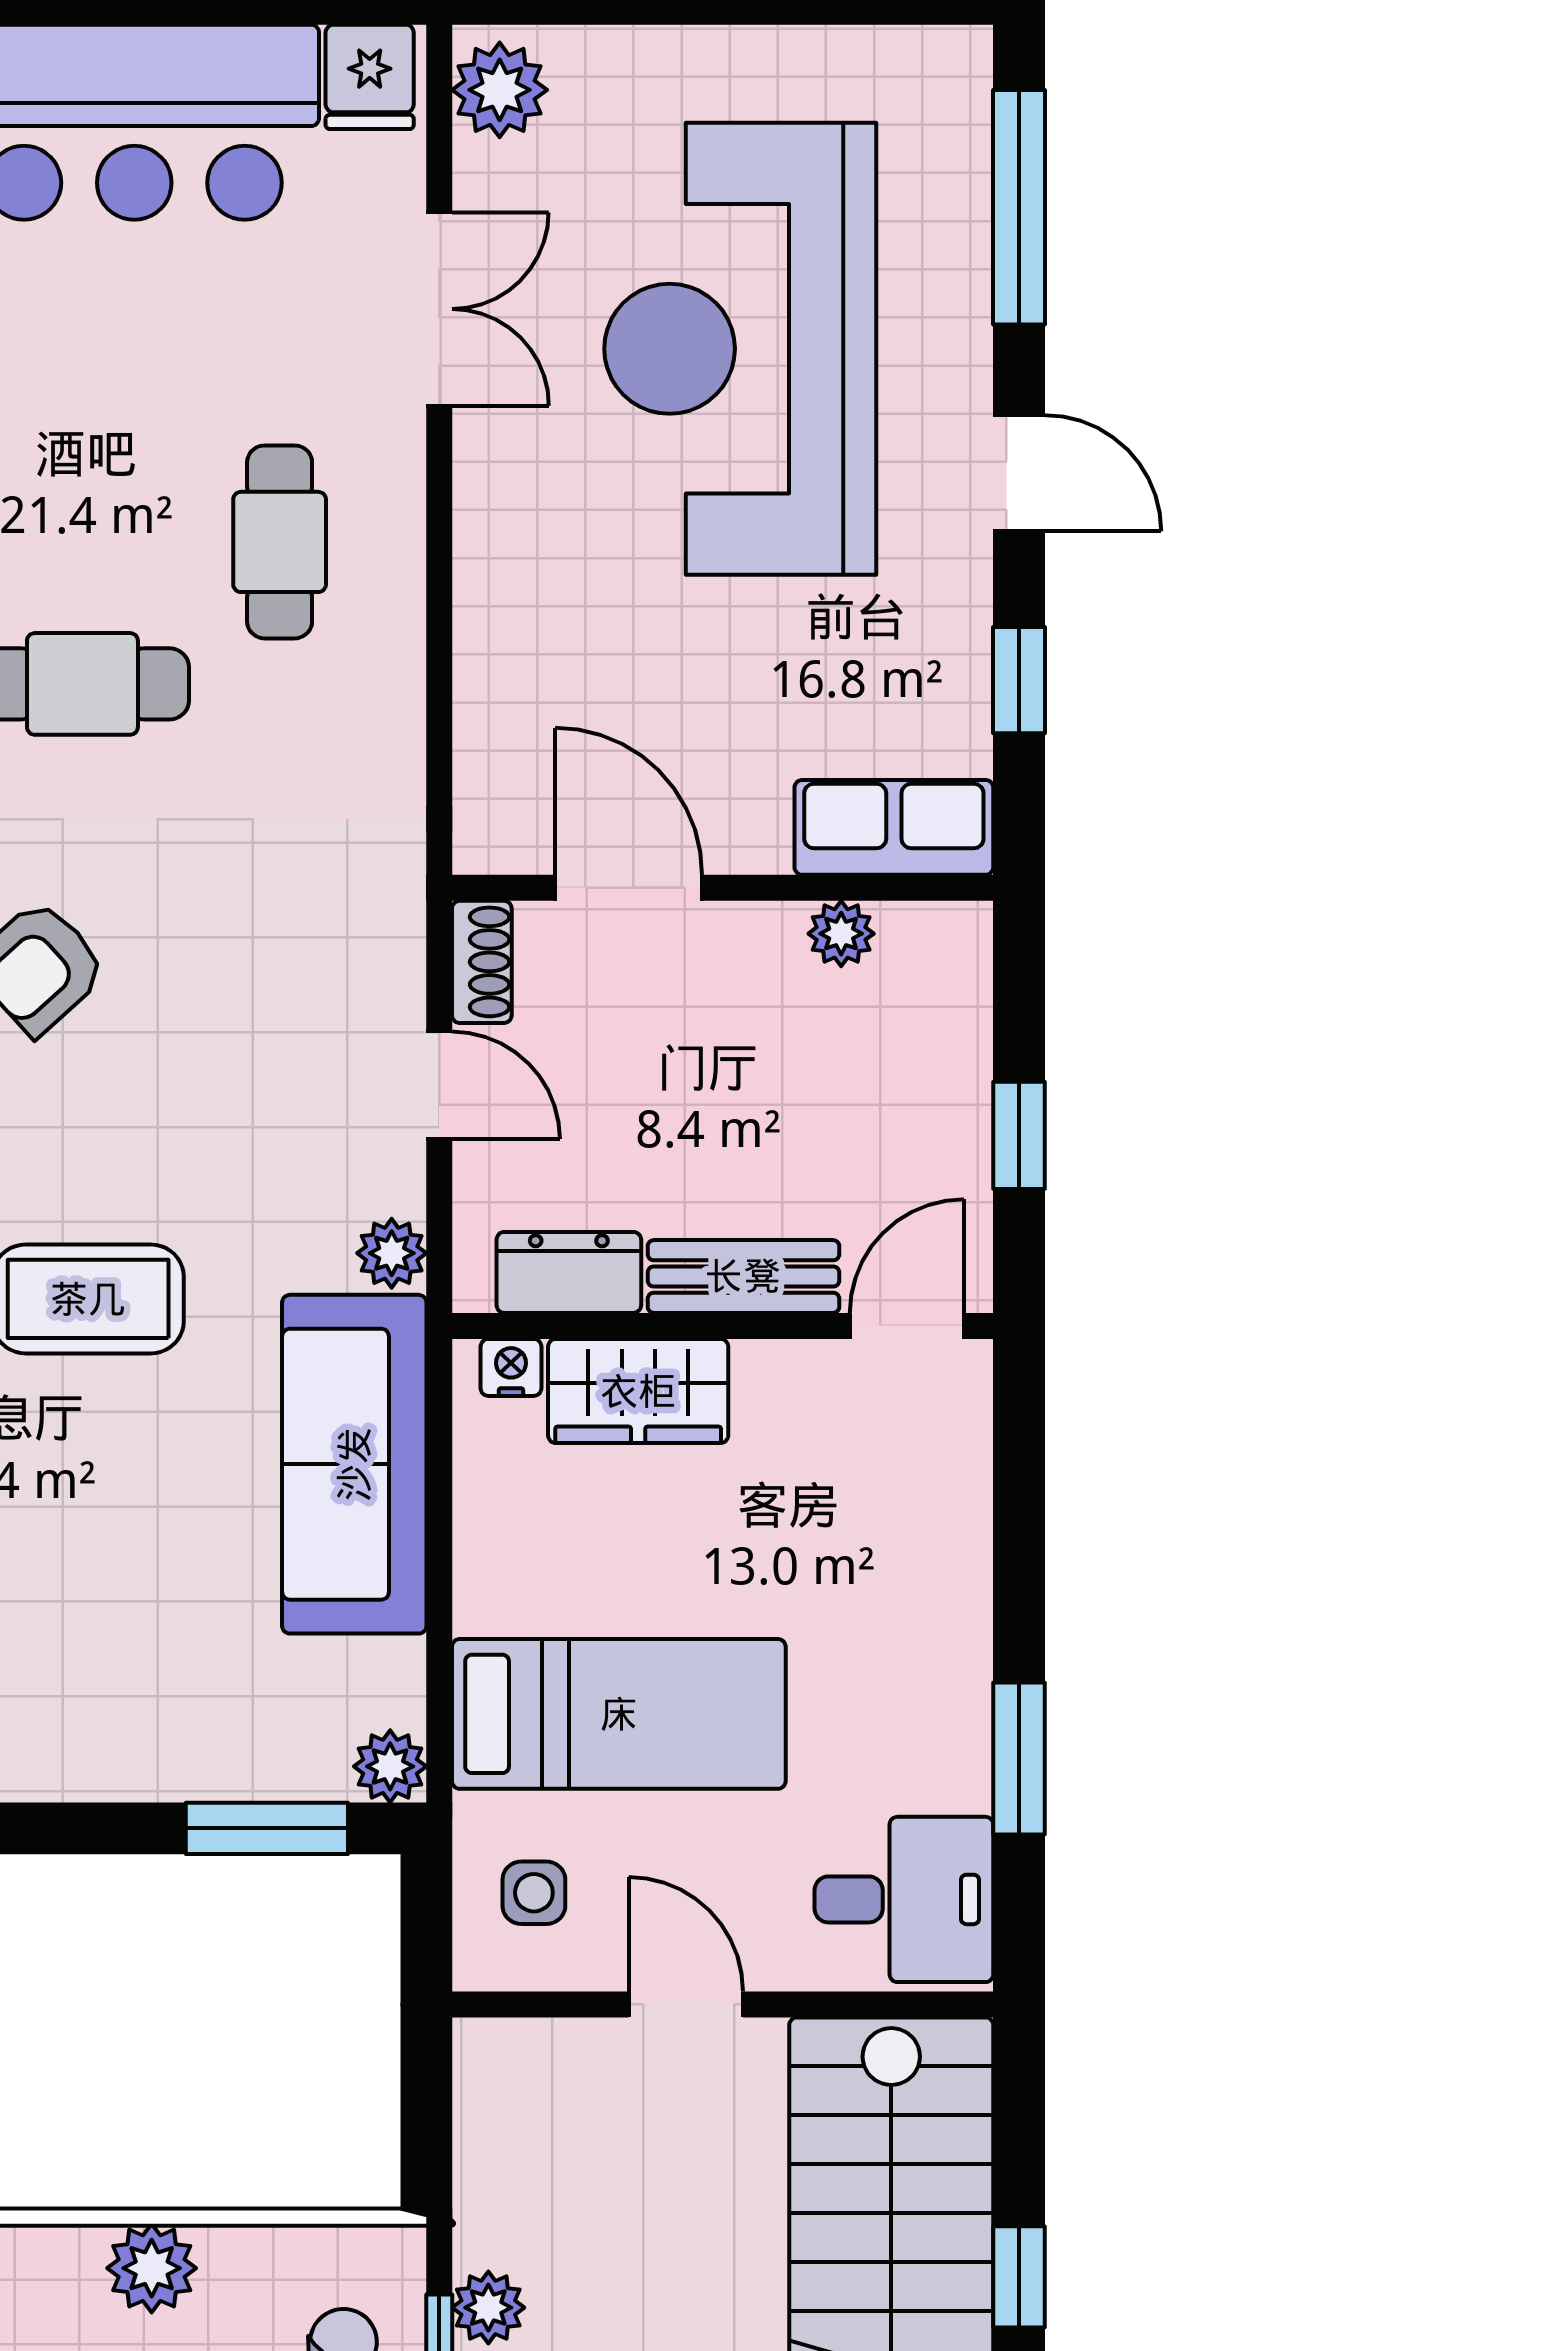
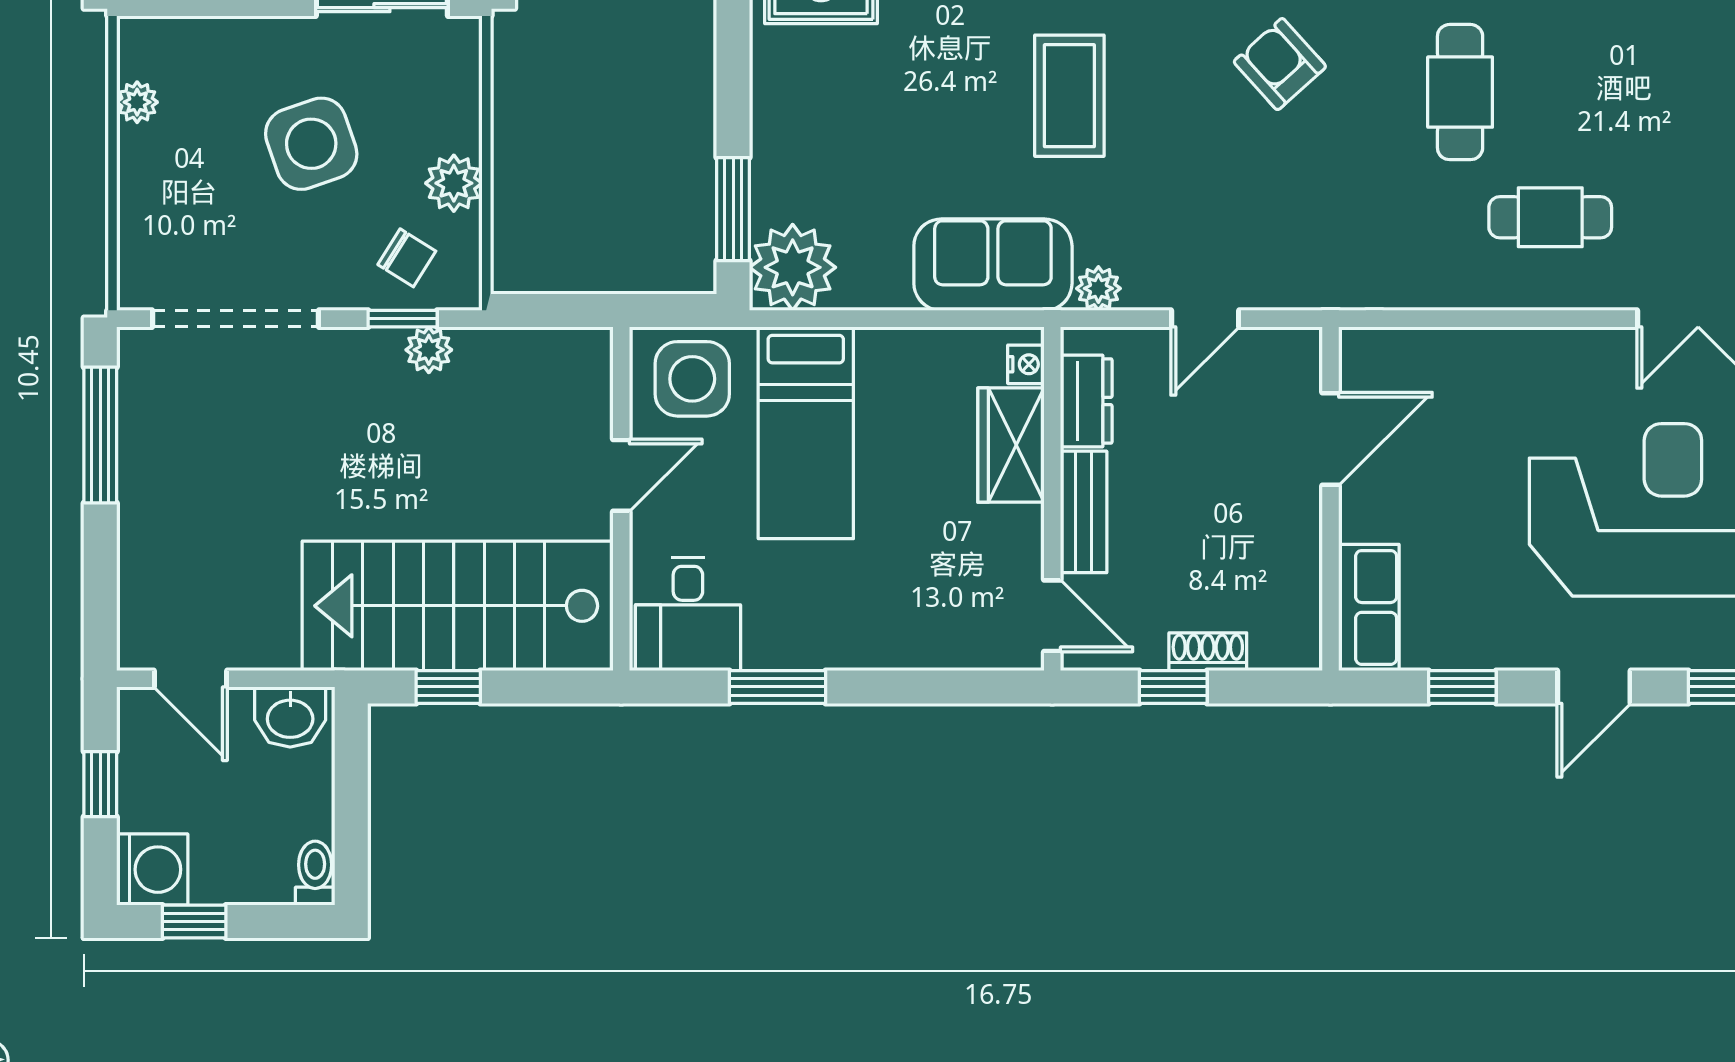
plant: (841, 934) -> (1301, 574), removed
shoe rack: (482, 962) -> (1208, 652), moved, turned 180
sofa: (354, 1464) -> (993, 265), width x0.73
plant: (390, 1766) -> (793, 267), width x1.87, depth x1.87
side table: (534, 1893) -> (692, 379), width x1.87, depth x1.87
plant: (152, 2268) -> (454, 183), moved

